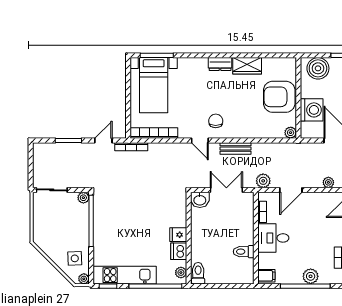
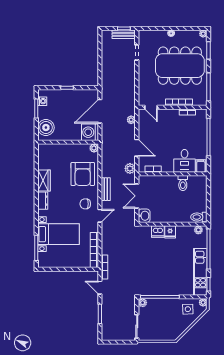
bed with nightstands: (154, 85) -> (59, 234), moved
armchair: (279, 97) -> (83, 174), moved
washing machine: (312, 110) -> (90, 132), moved, turned -90
desk: (273, 238) -> (185, 161), moved
dishwasher: (179, 251) -> (158, 232), moved
plant: (311, 276) -> (201, 133), removed

